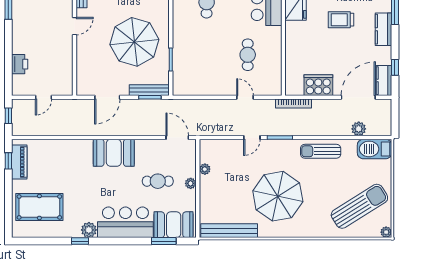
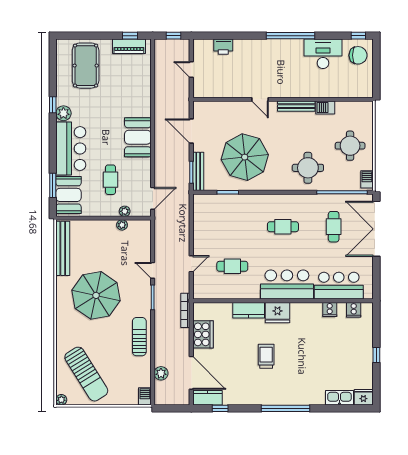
kitchen counter: (383, 29) -> (249, 310), moved, turned 180
barbecue: (375, 149) -> (145, 396), width x0.53, depth x0.65
plant: (191, 183) -> (125, 211), moved

